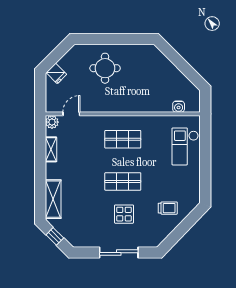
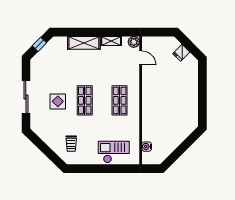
round table: (105, 68) -> (178, 86), removed
fridge: (56, 73) -> (181, 53), moved
shelving: (53, 199) -> (84, 43), moved
trolley: (168, 208) -> (71, 144), moved

